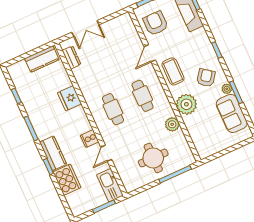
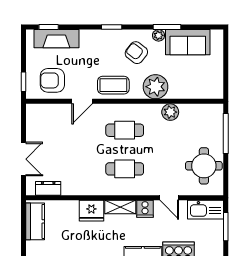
door: (150, 53) -> (82, 101), hinge flipped
shelving: (82, 119) -> (120, 207), added
round table: (153, 158) -> (204, 166), moved

